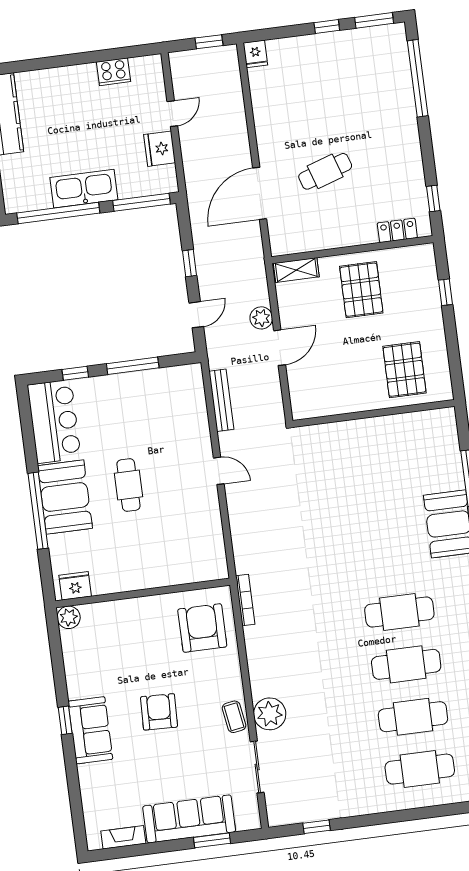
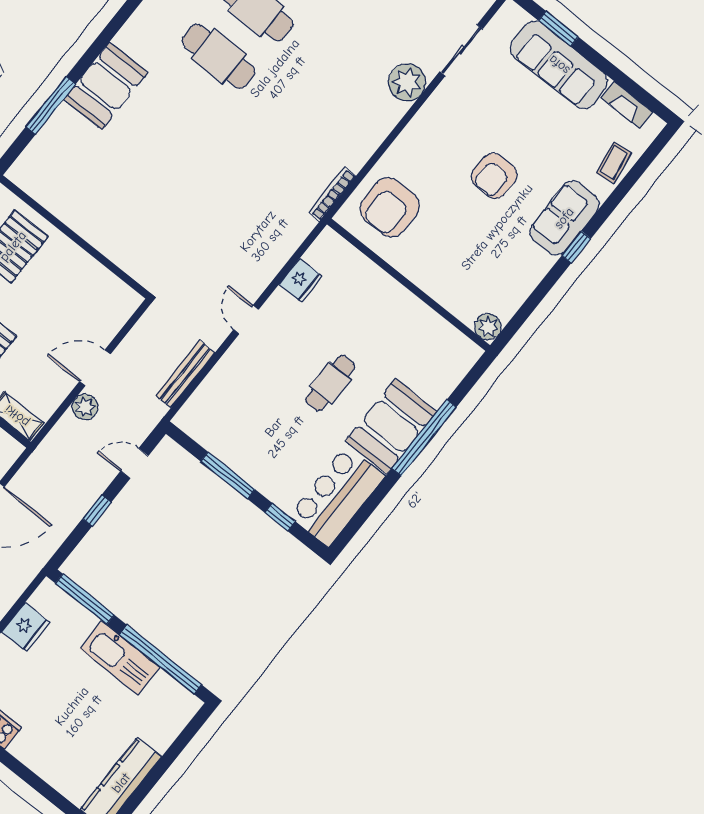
fridge: (75, 586) -> (301, 280), moved, turned -90
coffee table: (234, 717) -> (614, 163), moved

